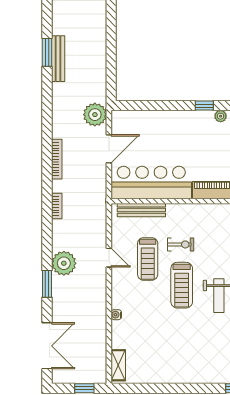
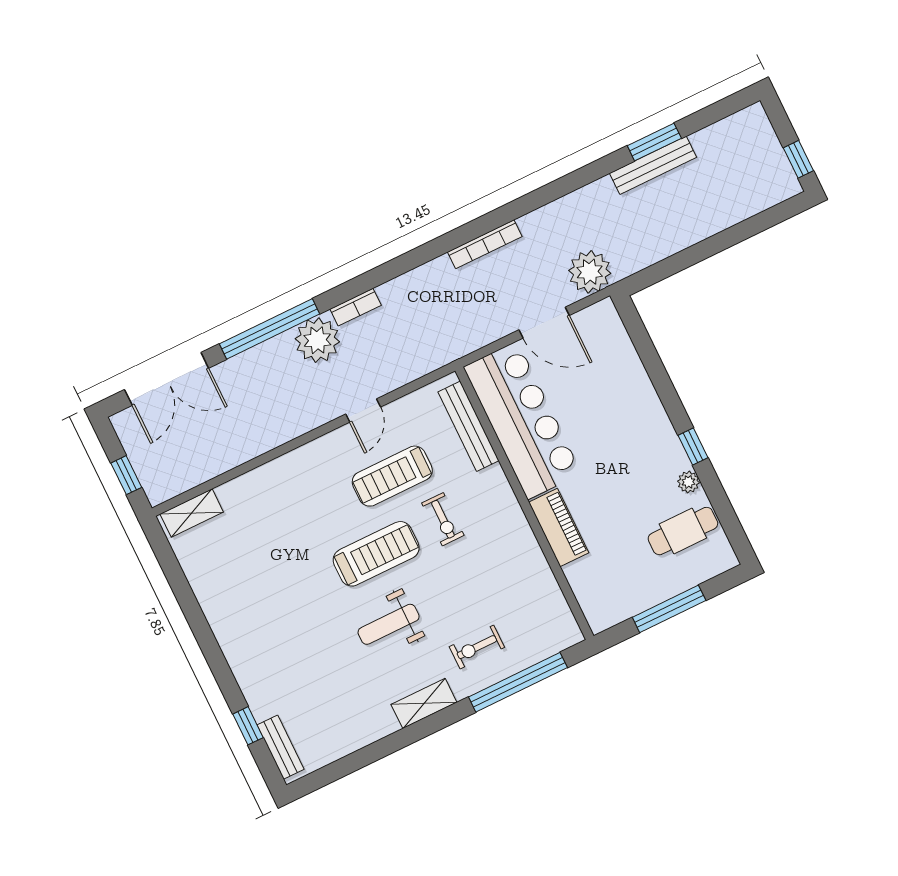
bookcase: (57, 206) -> (356, 307), moved
window: (47, 284) -> (269, 329), width x2.11
treadmill: (182, 285) -> (376, 554), turned 180
water cooler: (116, 315) -> (274, 469), removed

